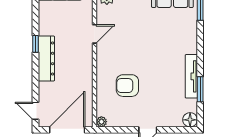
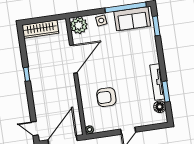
door: (94, 34) -> (73, 59), width x1.87
dresser: (46, 58) -> (37, 85), removed
floor lamp: (190, 120) -> (160, 107), moved

